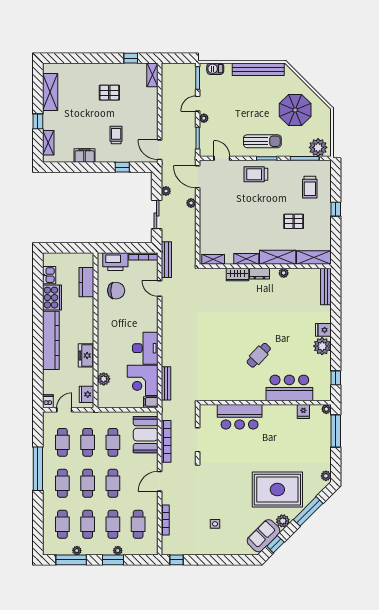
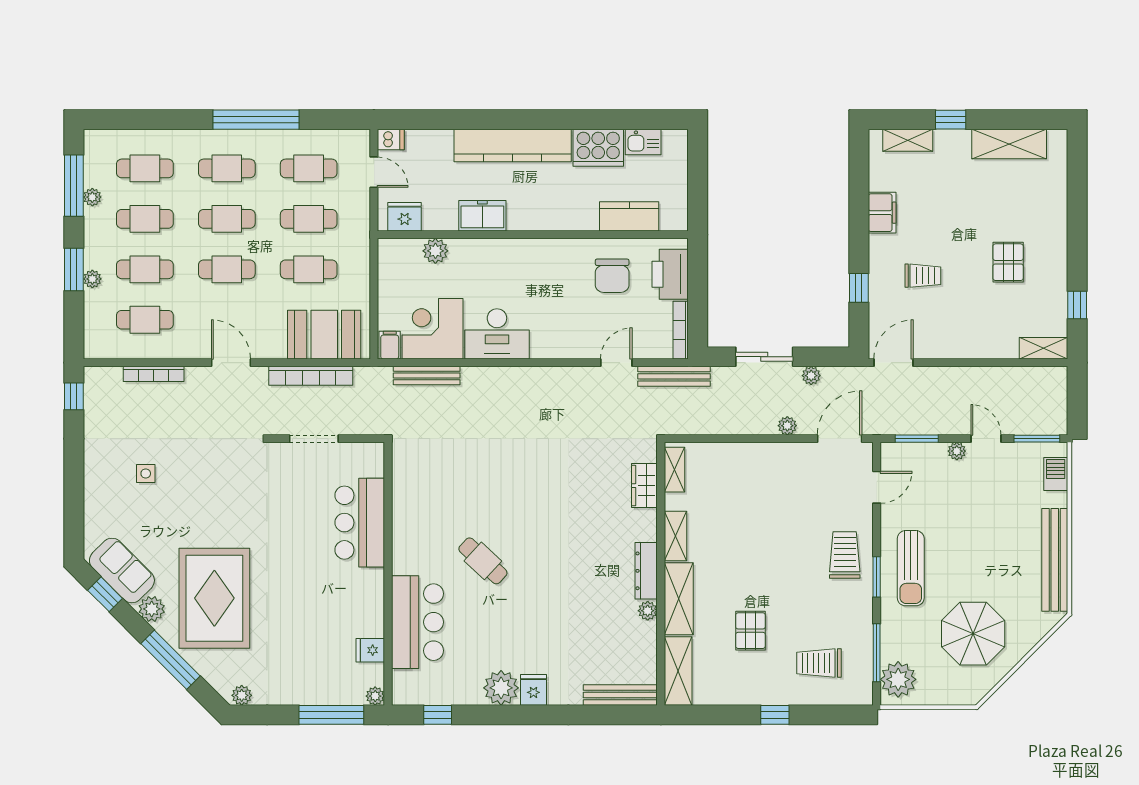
wardrobe: (238, 274) -> (644, 486), moved
dresser: (259, 274) -> (646, 571), width x1.44

